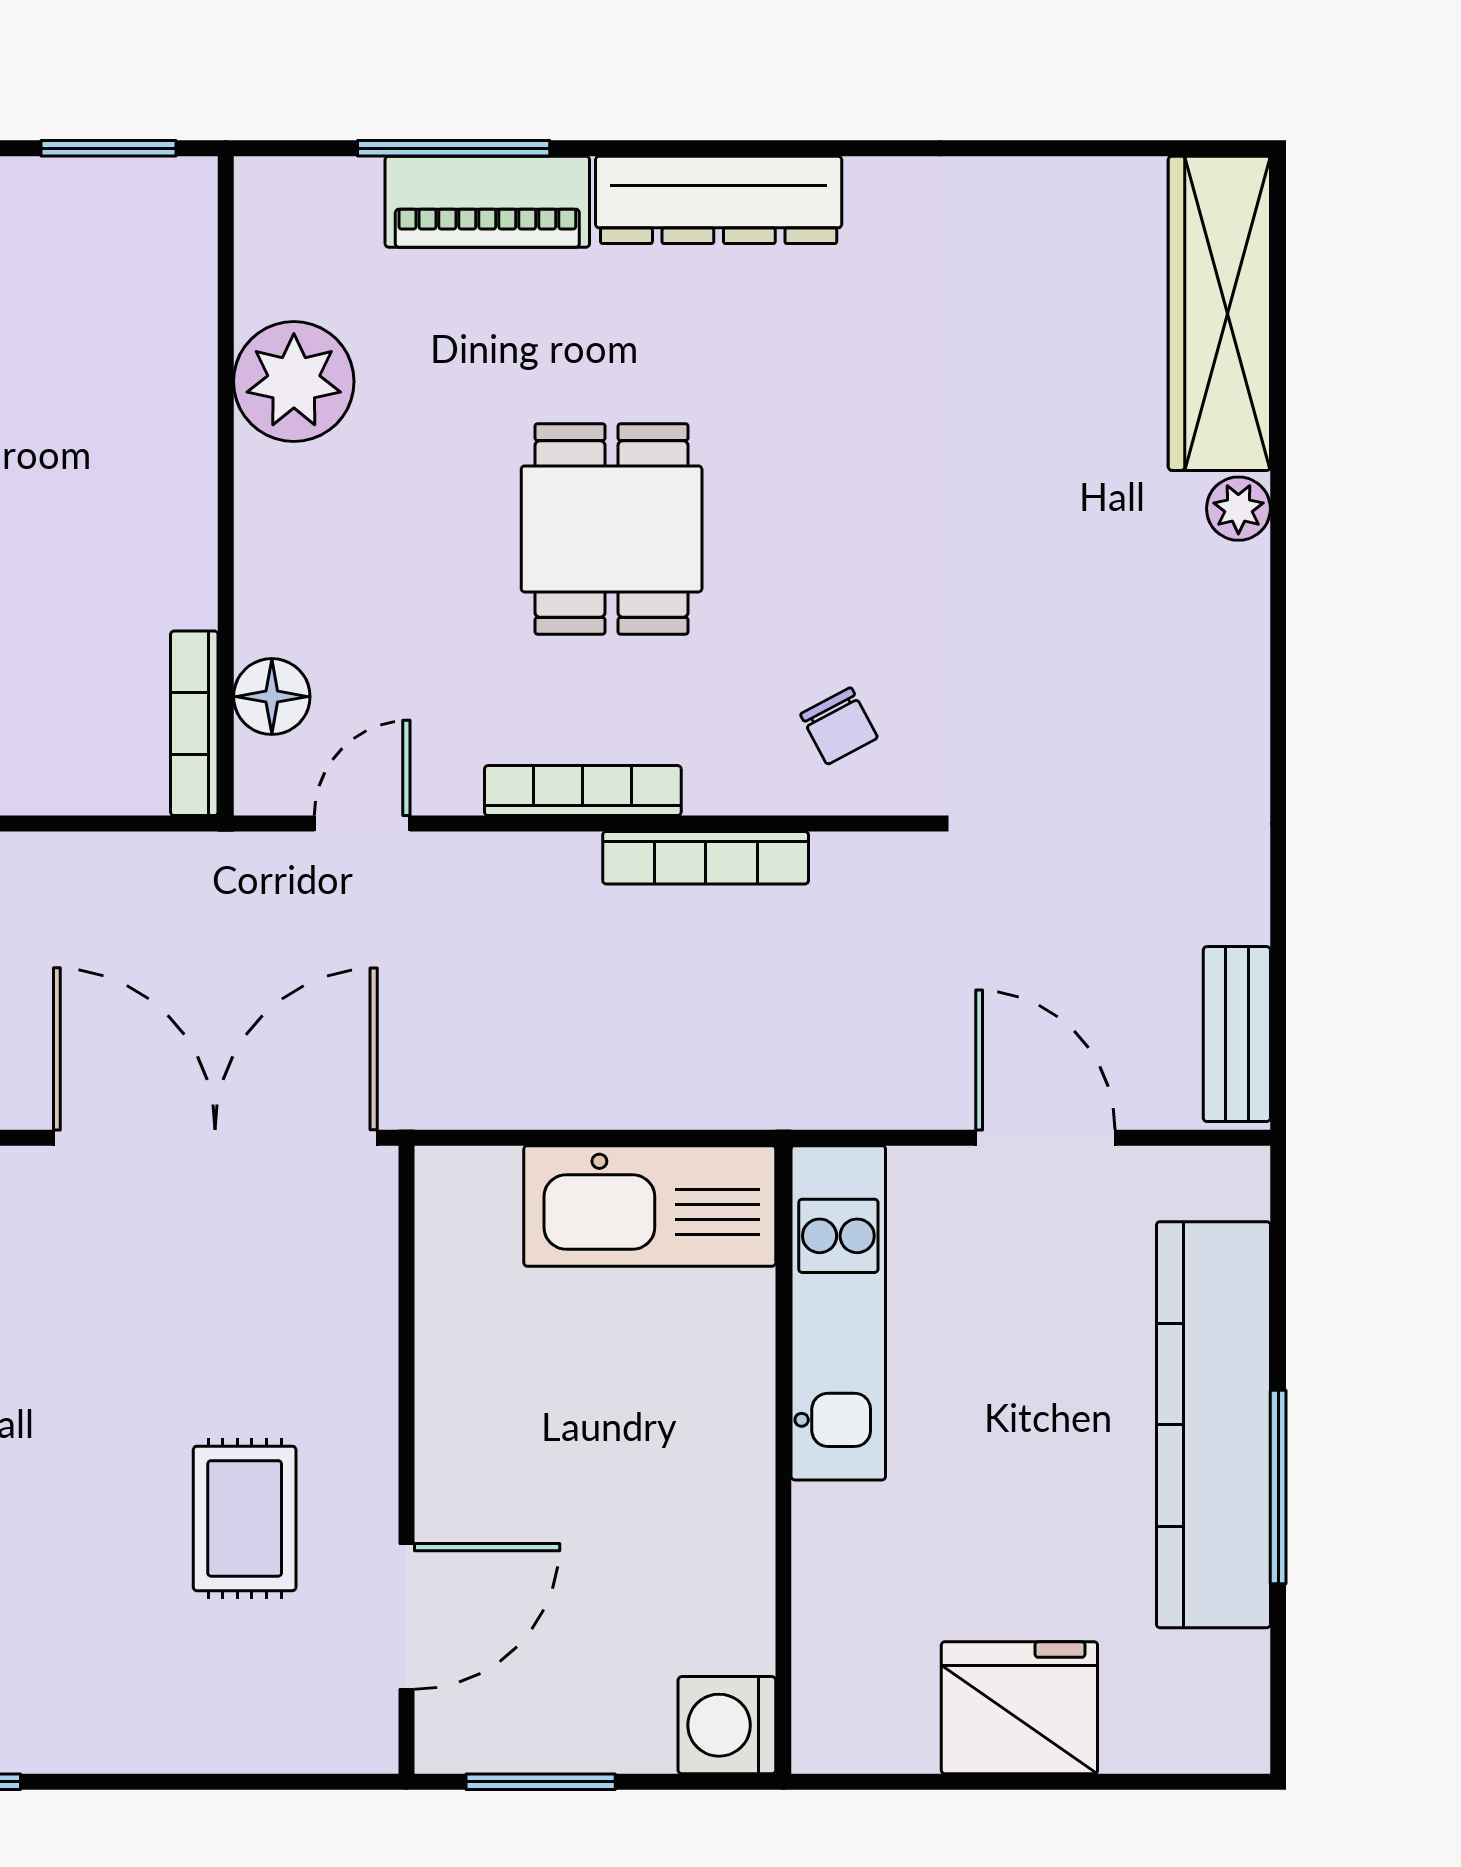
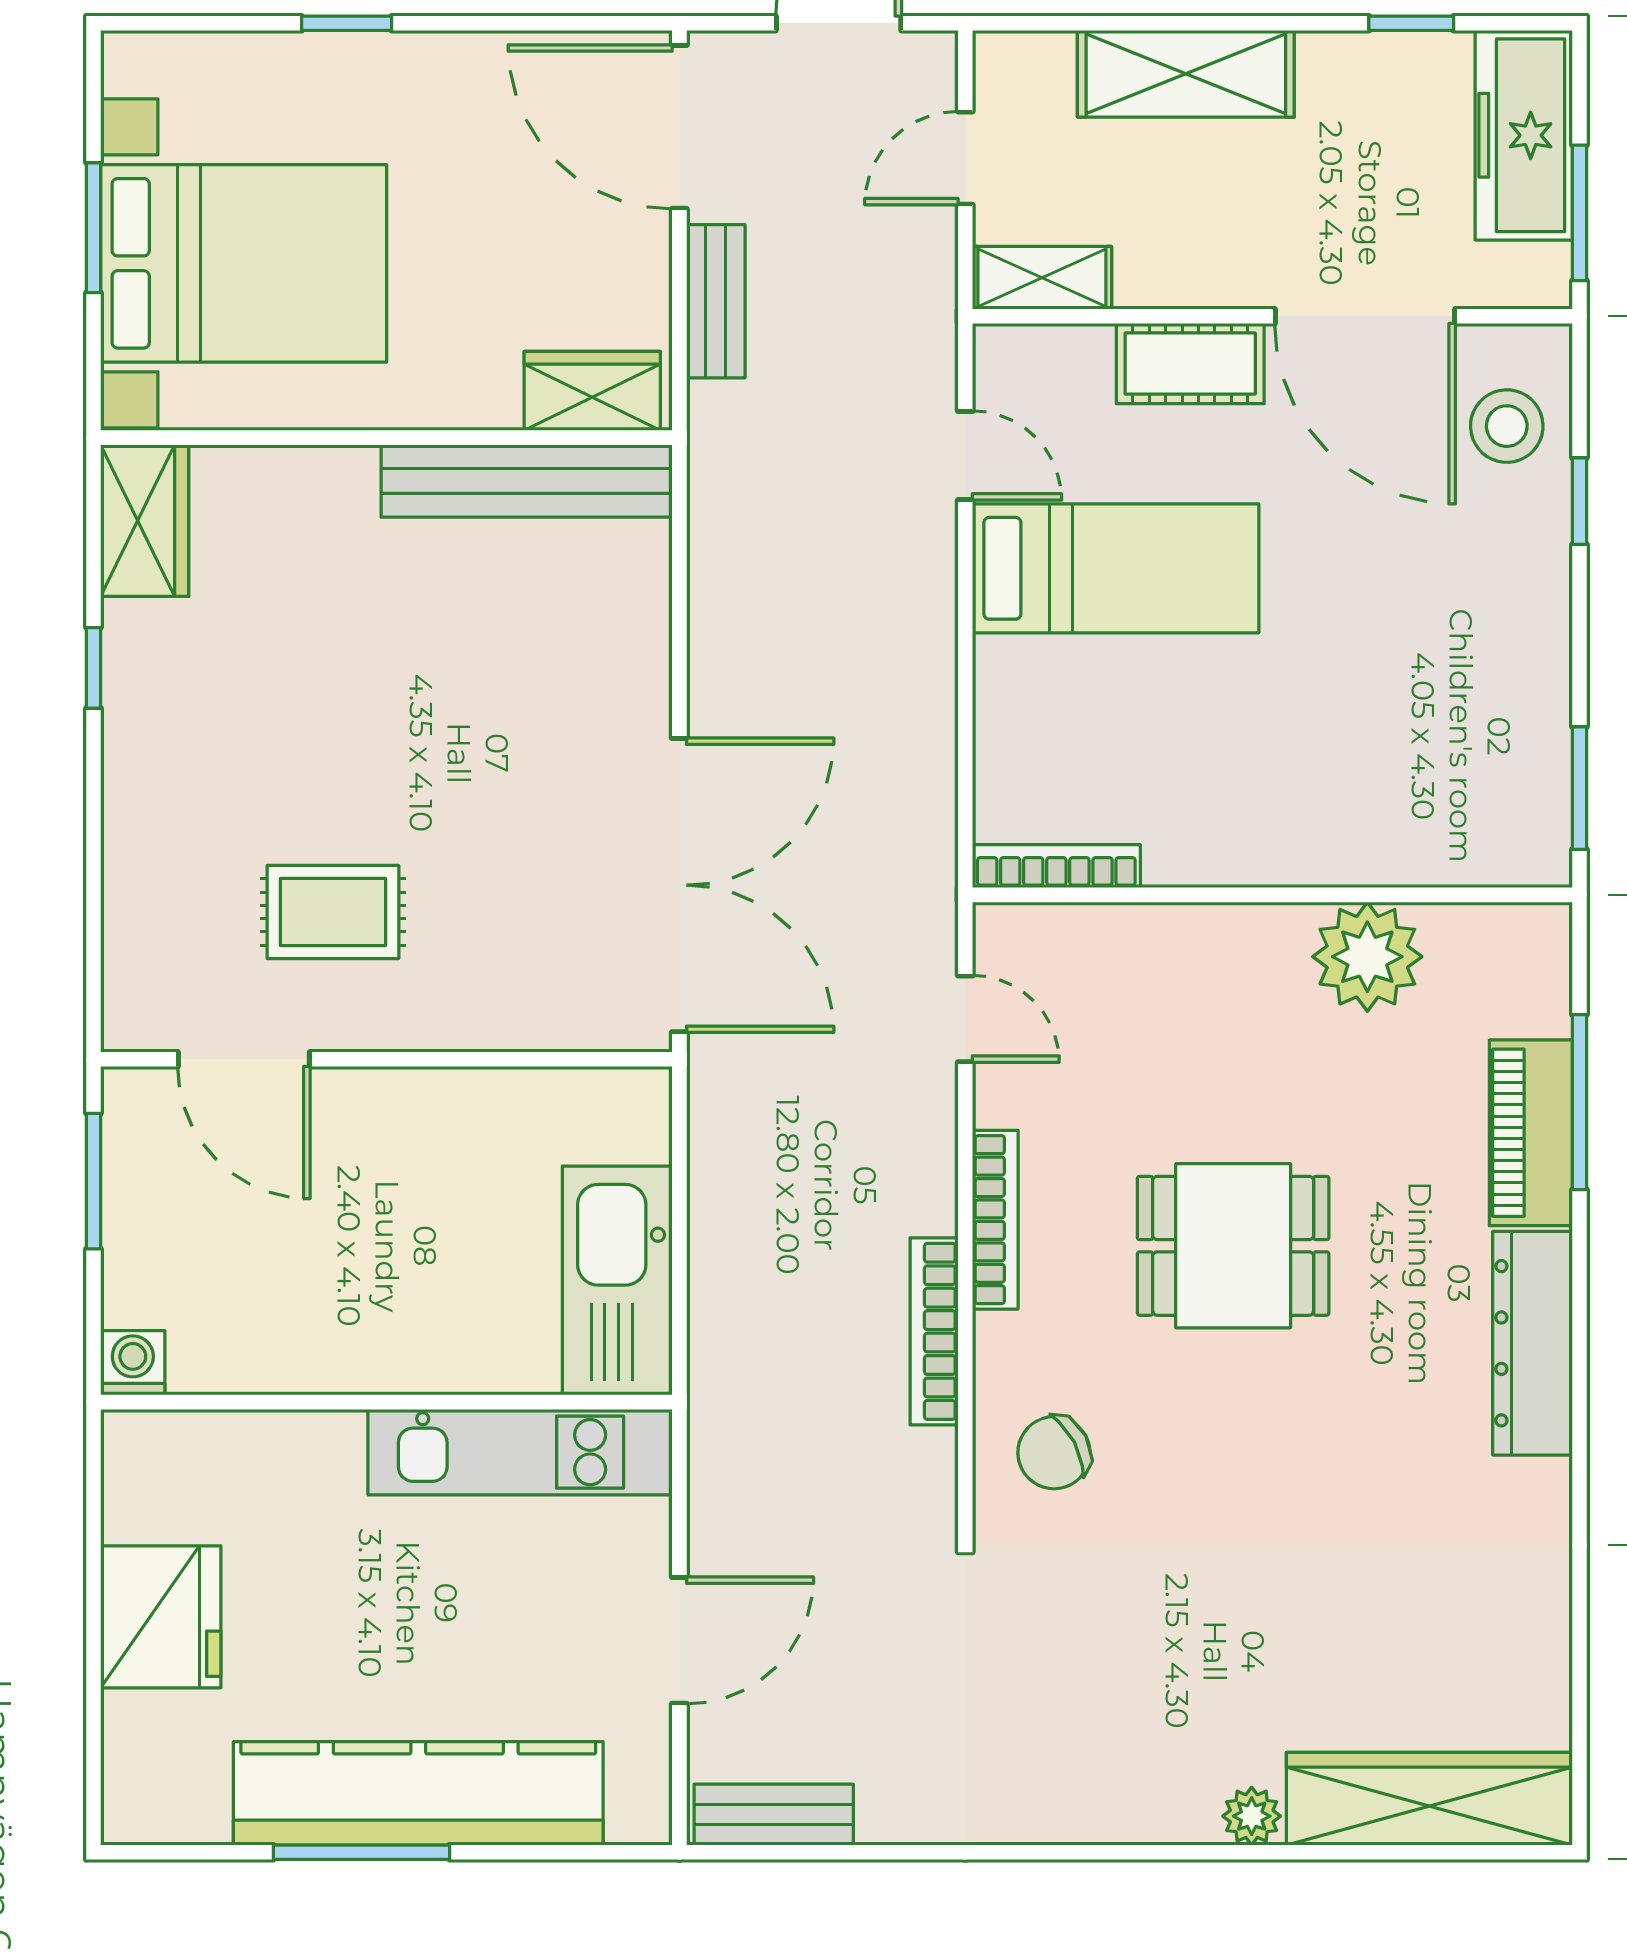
floor lamp: (272, 697) -> (1081, 937), removed
chair: (839, 726) -> (1054, 1453), width x1.37, depth x1.37
washing machine: (727, 1725) -> (133, 1363), width x0.73, depth x0.73

